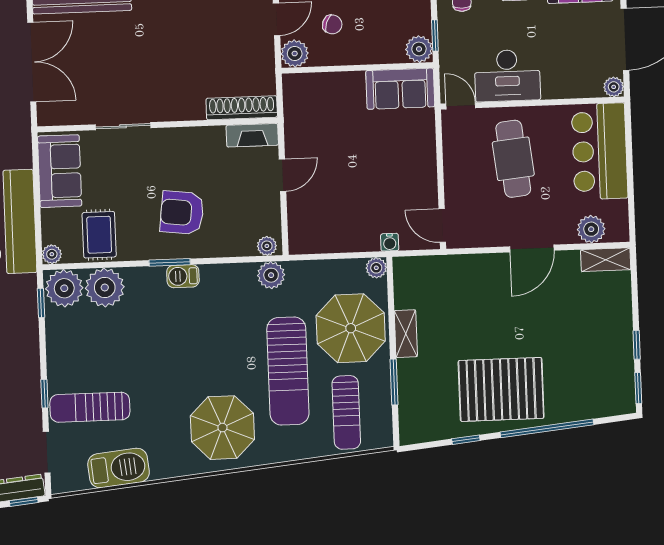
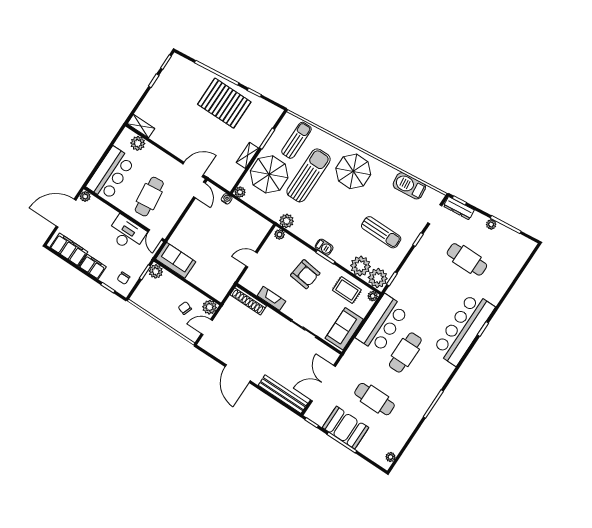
fireplace: (252, 135) -> (271, 298), moved
rug: (99, 235) -> (347, 290), turned 90
door: (532, 248) -> (193, 169), moved
sun lounger: (90, 407) -> (381, 232), moved

